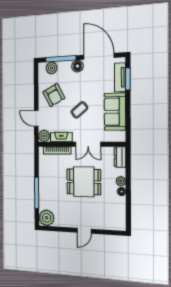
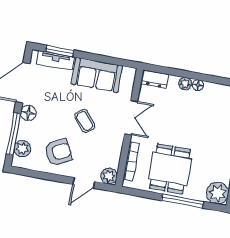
fireplace: (61, 137) -> (115, 152), removed
dining table: (84, 182) -> (170, 169), moved

